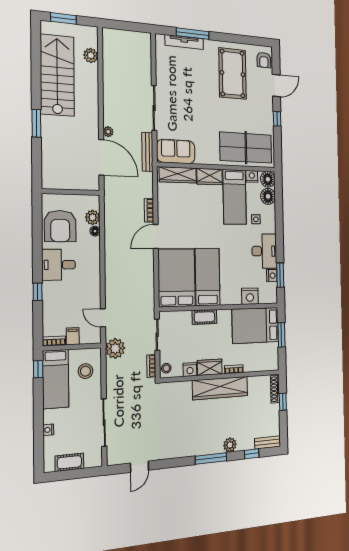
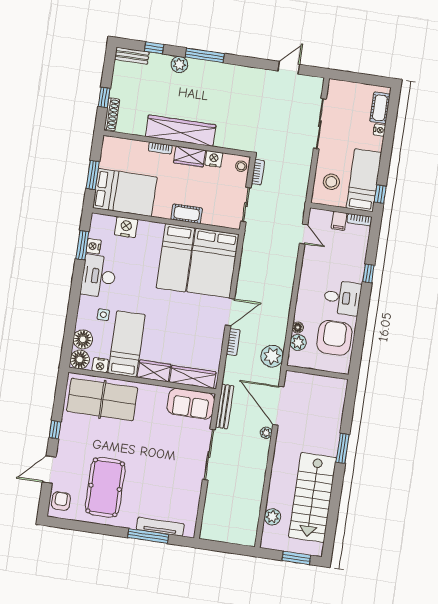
plant: (115, 348) -> (272, 356), moved
cot: (69, 462) -> (380, 108), moved, turned 90

